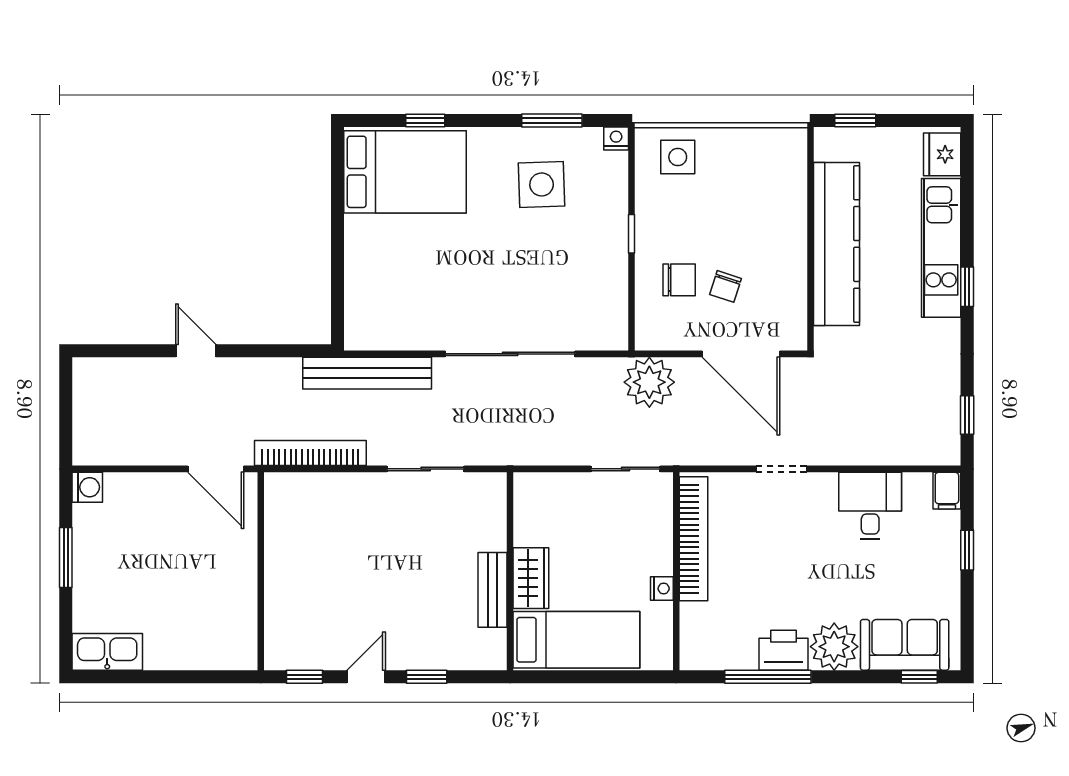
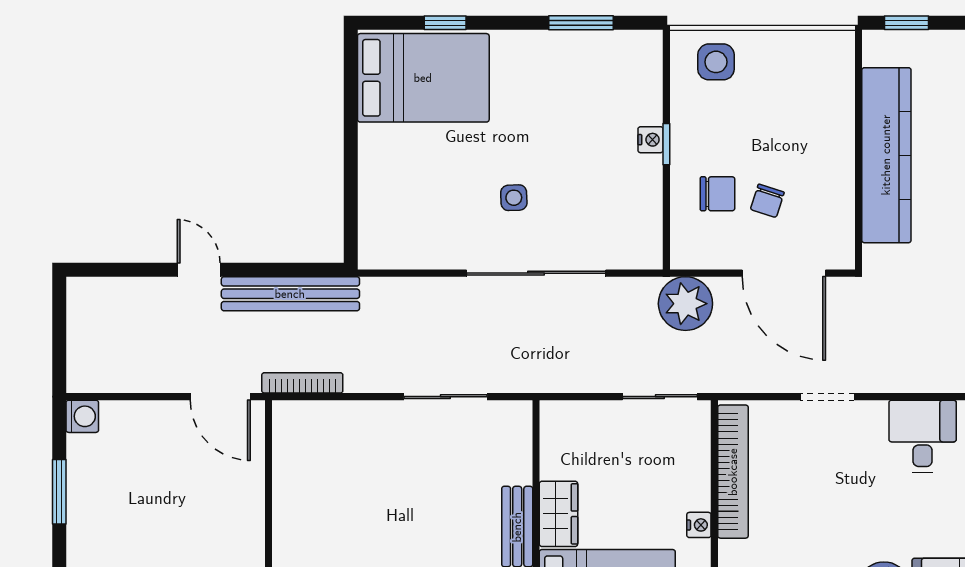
nightstand: (616, 138) -> (651, 140), moved, turned 90
side table: (542, 184) -> (514, 198), moved, width x0.54, depth x0.54
bench: (367, 373) -> (290, 294), moved
bookcase: (310, 453) -> (302, 383), width x0.68, depth x0.76

